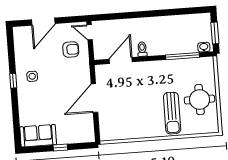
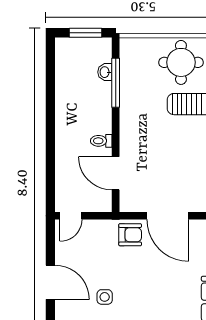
washbasin: (204, 47) -> (105, 72), moved
armchair: (71, 49) -> (130, 235), moved, turned 90
side table: (32, 76) -> (105, 297), moved

